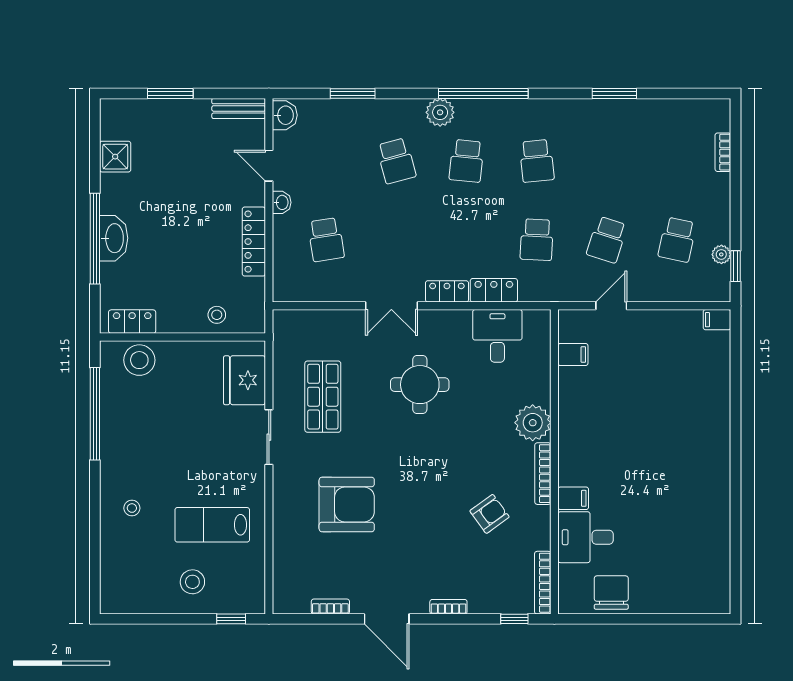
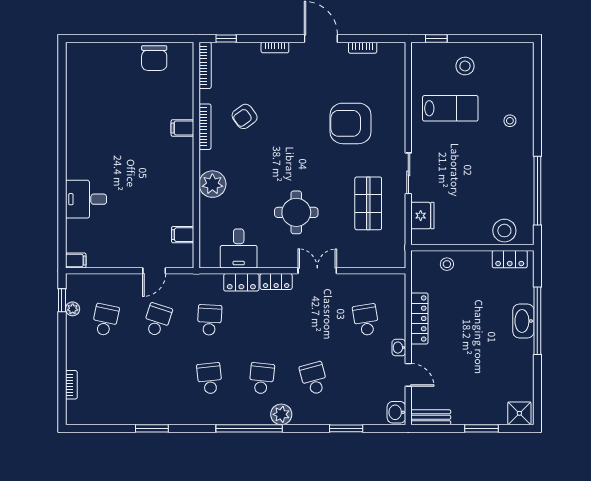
shower: (115, 157) -> (519, 413), moved
fridge: (244, 380) -> (422, 216), width x0.73, depth x0.75
bookcase: (543, 474) -> (205, 127), moved
desk: (586, 537) -> (86, 199), moved, turned 180

